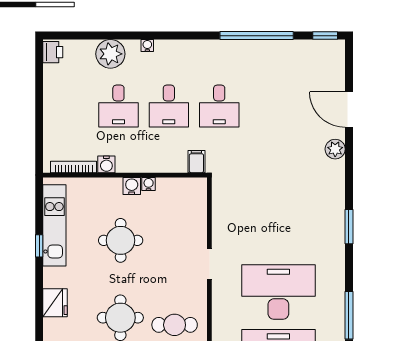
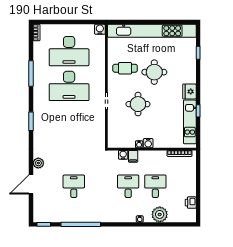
printer: (53, 52) -> (191, 203), moved
desk: (219, 106) -> (74, 186), moved
door: (349, 110) -> (31, 184), swing flipped
filing cabinet: (196, 162) -> (133, 156), moved
water cooler: (106, 164) -> (123, 155), moved
round table: (121, 240) -> (138, 104), moved
fridge: (55, 303) -> (190, 91), moved

